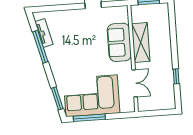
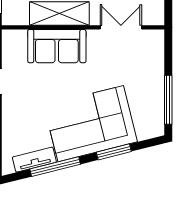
corner sofa: (92, 96) -> (91, 124), moved, turned 76
window: (57, 98) -> (114, 152), moved

